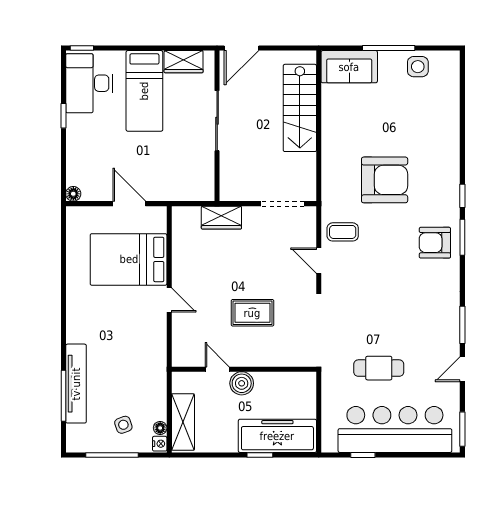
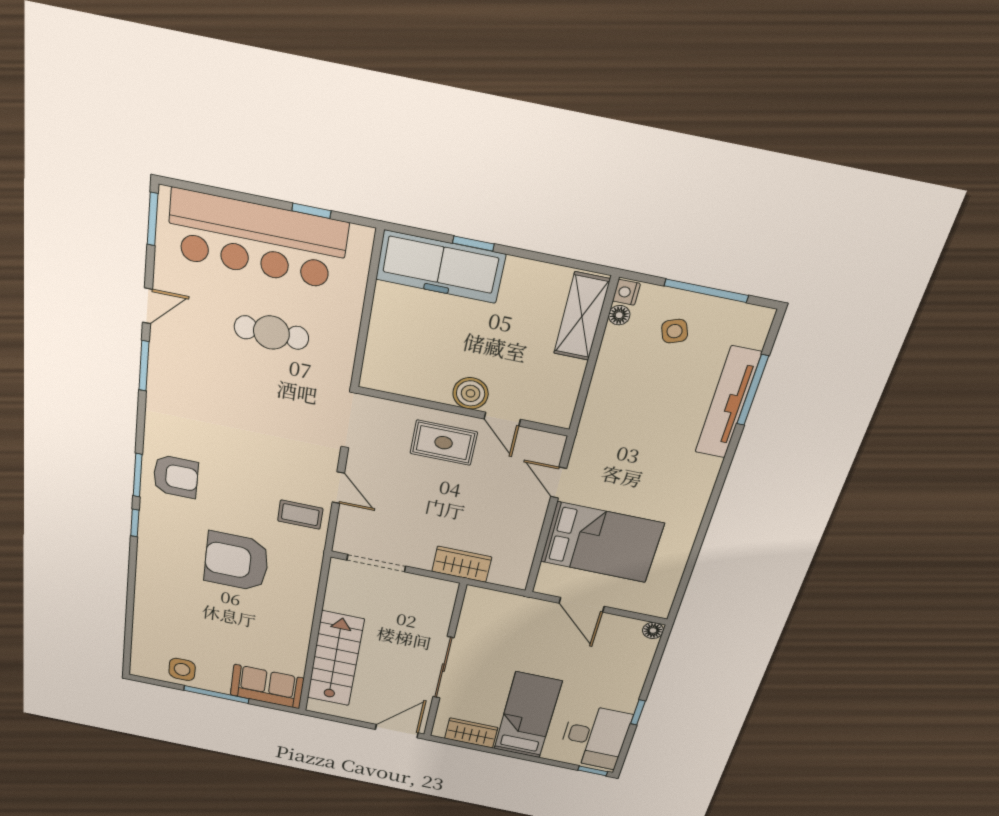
door: (217, 369) -> (502, 419), moved
wall: (244, 369) -> (463, 411), moved
boiler: (242, 383) -> (471, 393), moved

